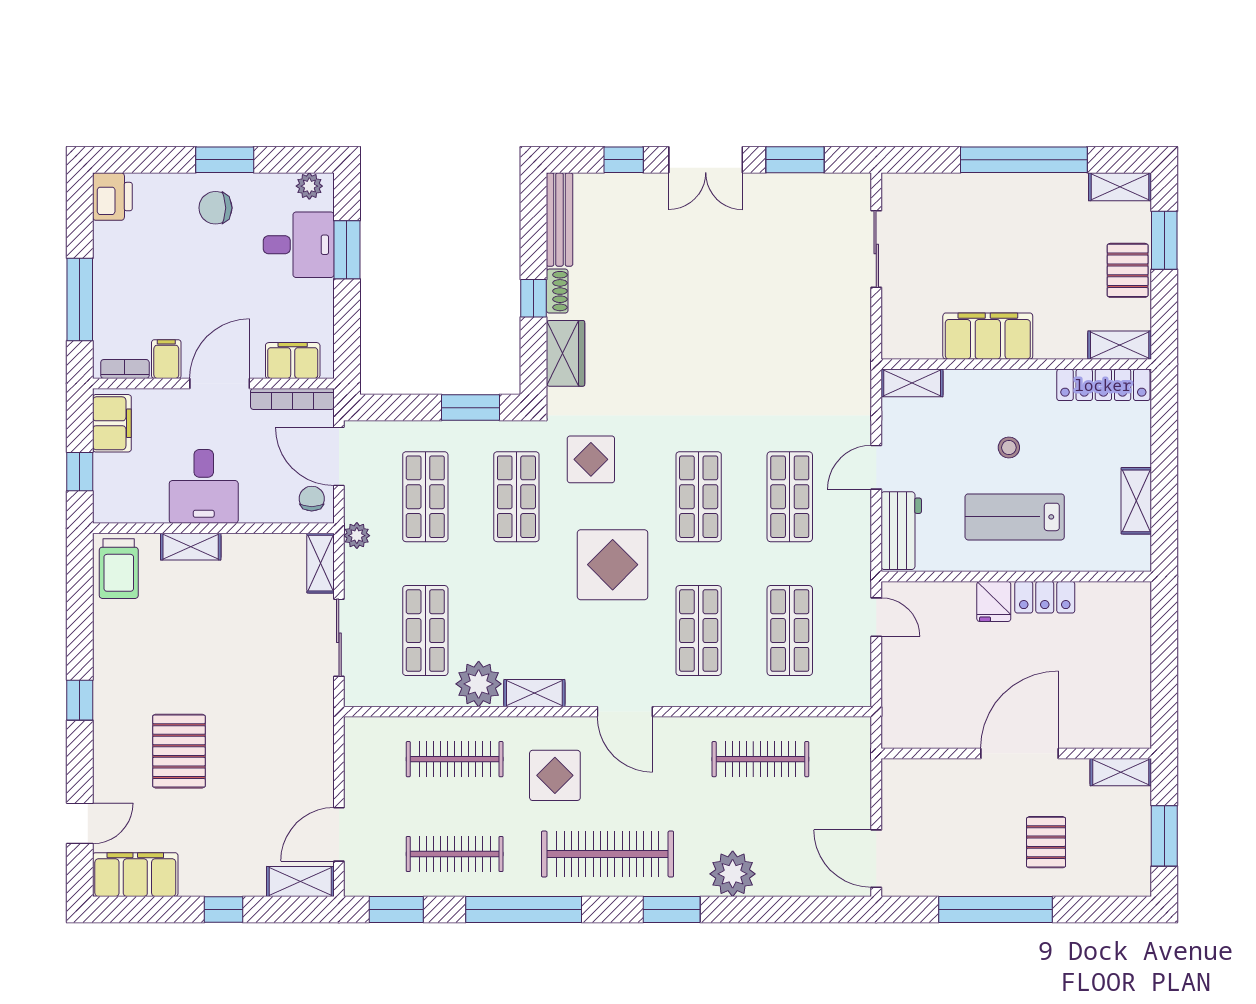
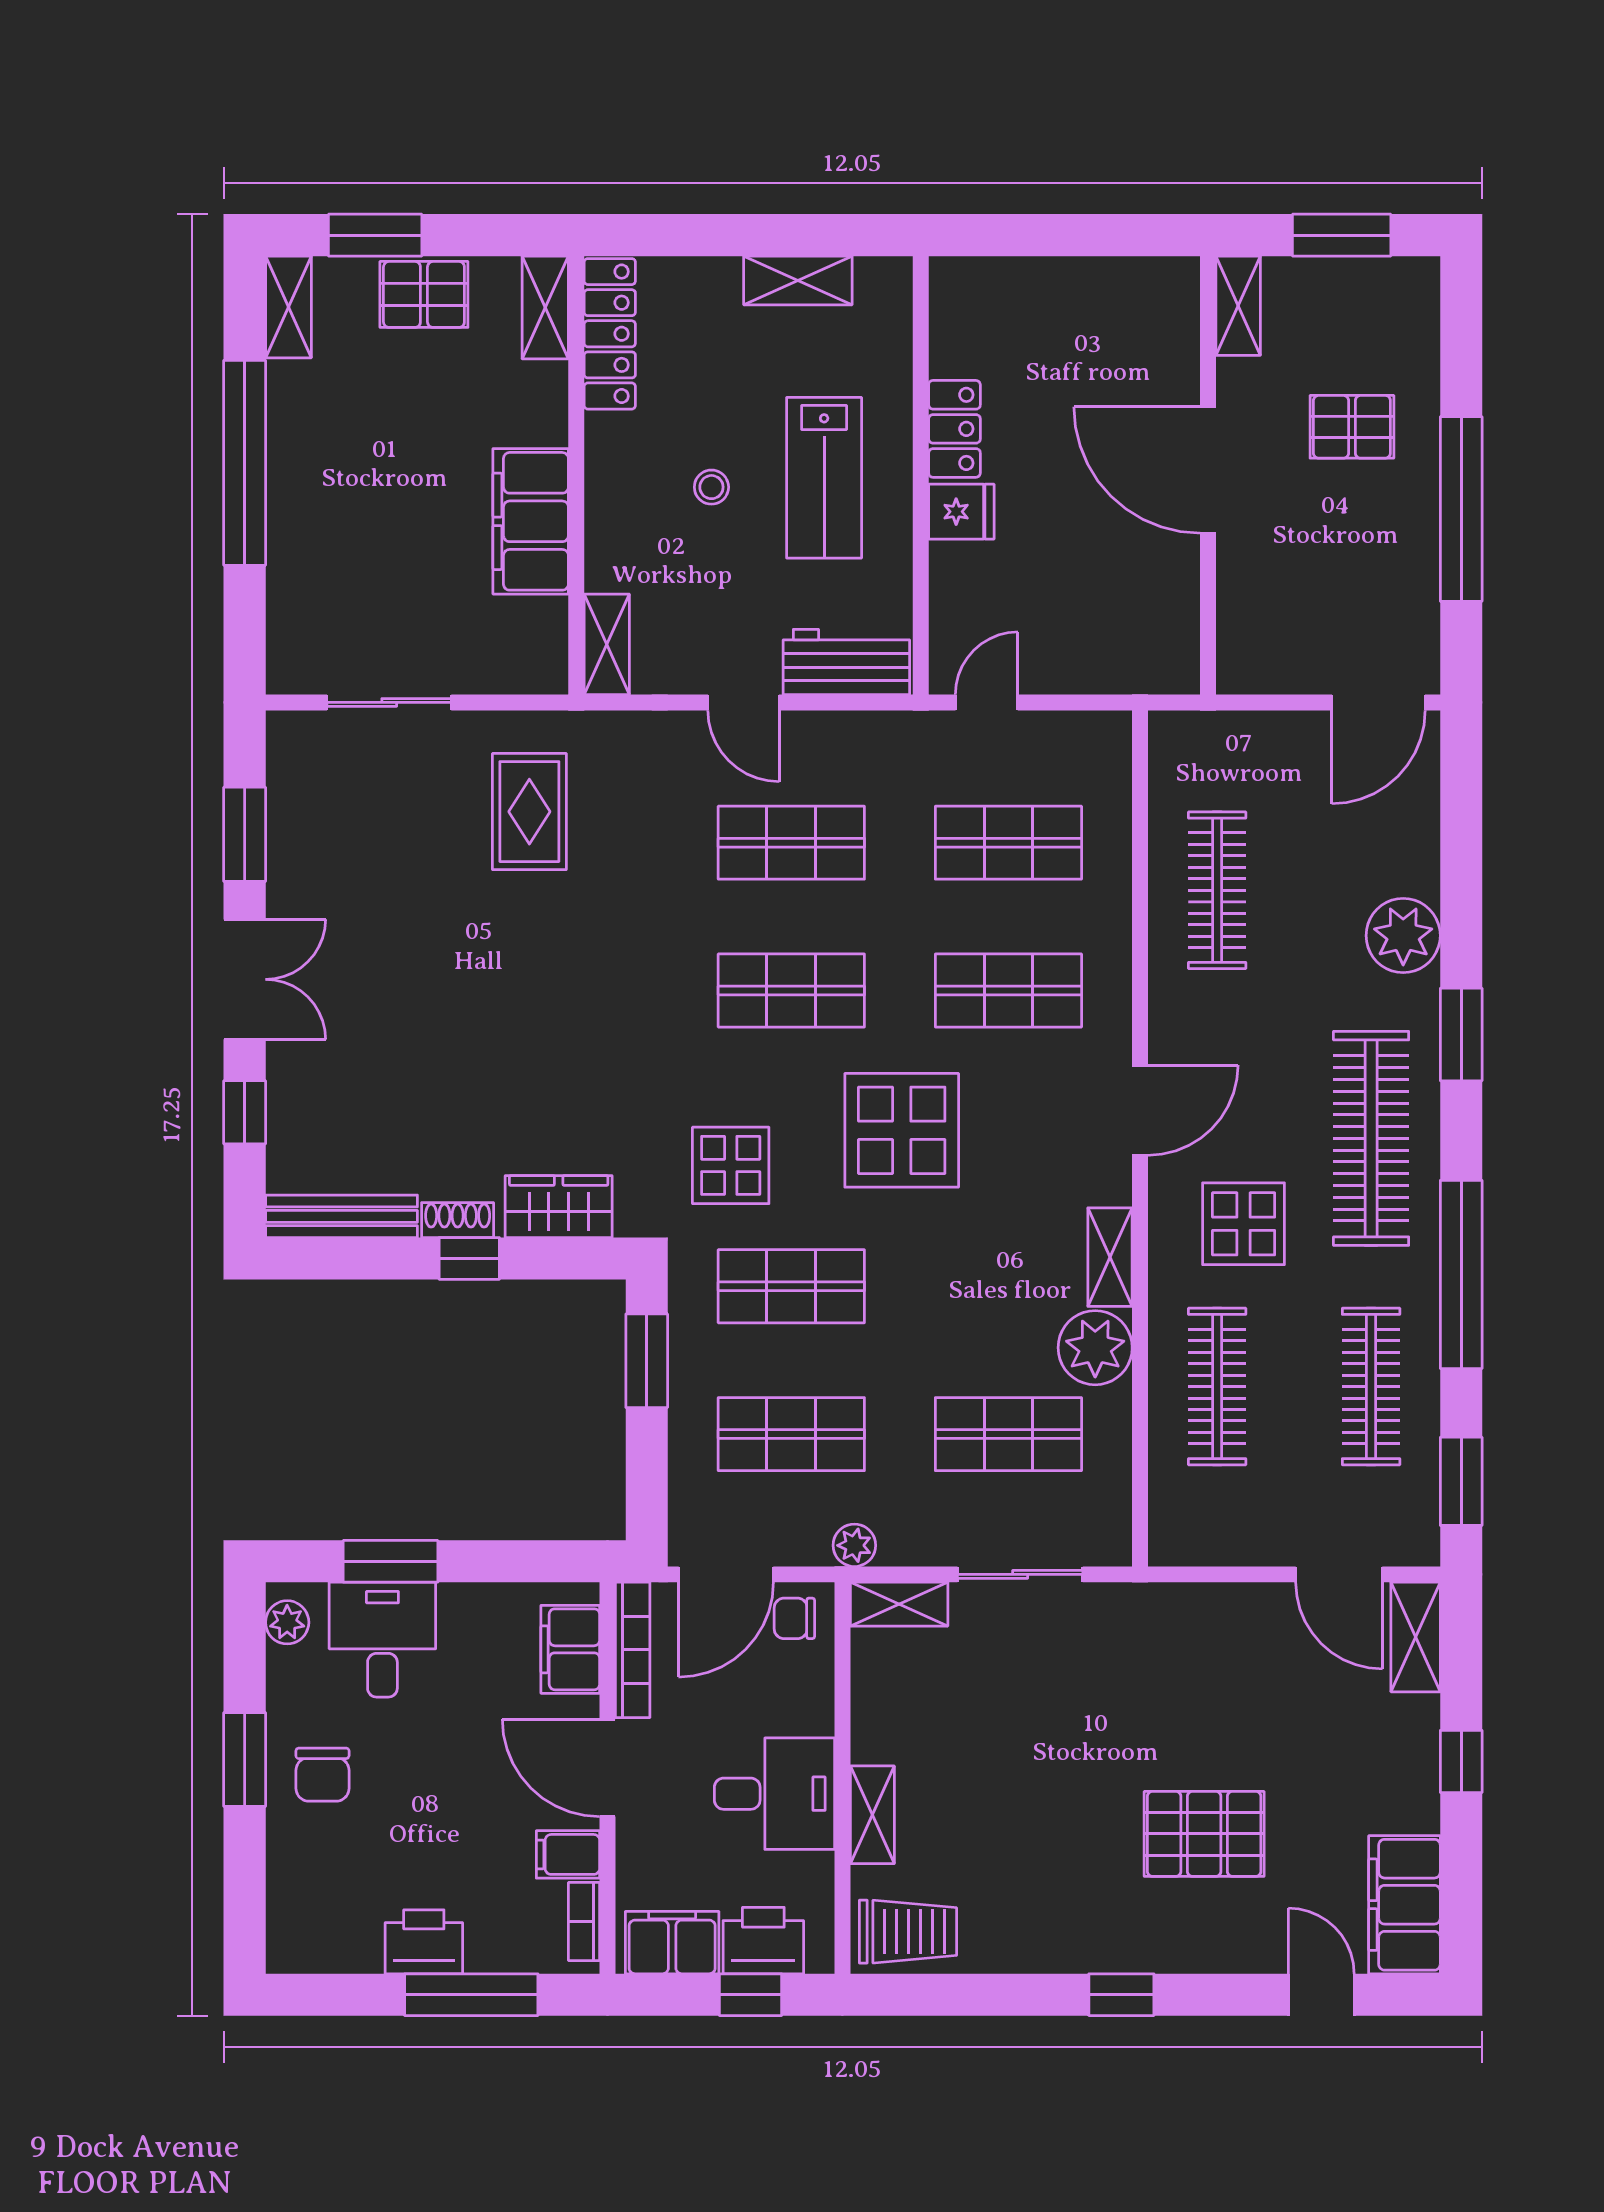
printer: (112, 197) -> (424, 1942), moved
rug: (809, 335) -> (529, 812), added
printer: (113, 479) -> (763, 1941), added

